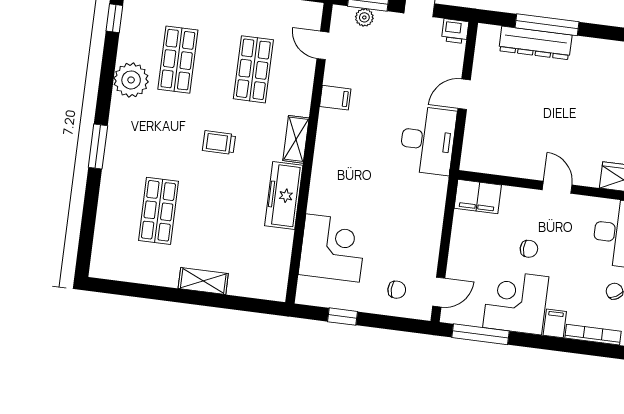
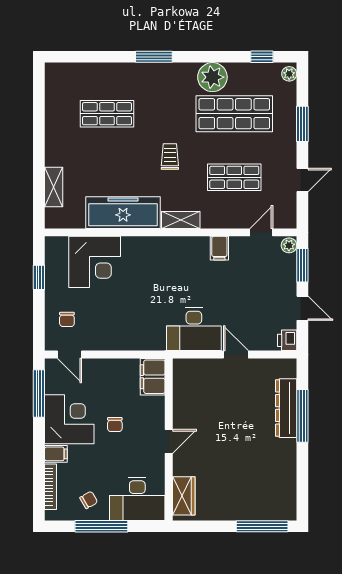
plant: (364, 17) -> (289, 245), moved
shop shelf: (178, 60) -> (234, 114), width x1.43, depth x1.36
freezer: (284, 195) -> (123, 213), width x1.36, depth x1.26
shelving: (203, 281) -> (54, 187), moved

